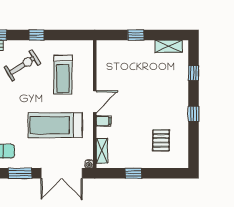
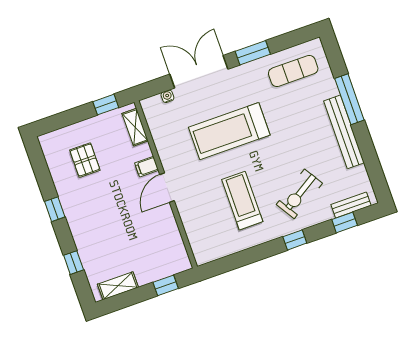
door: (95, 102) -> (167, 188), moved
wall: (95, 104) -> (166, 184), moved
filing cabinet: (104, 121) -> (147, 167), moved
treadmill: (55, 125) -> (229, 131), turned 180
shelving: (102, 151) -> (135, 127), moved

